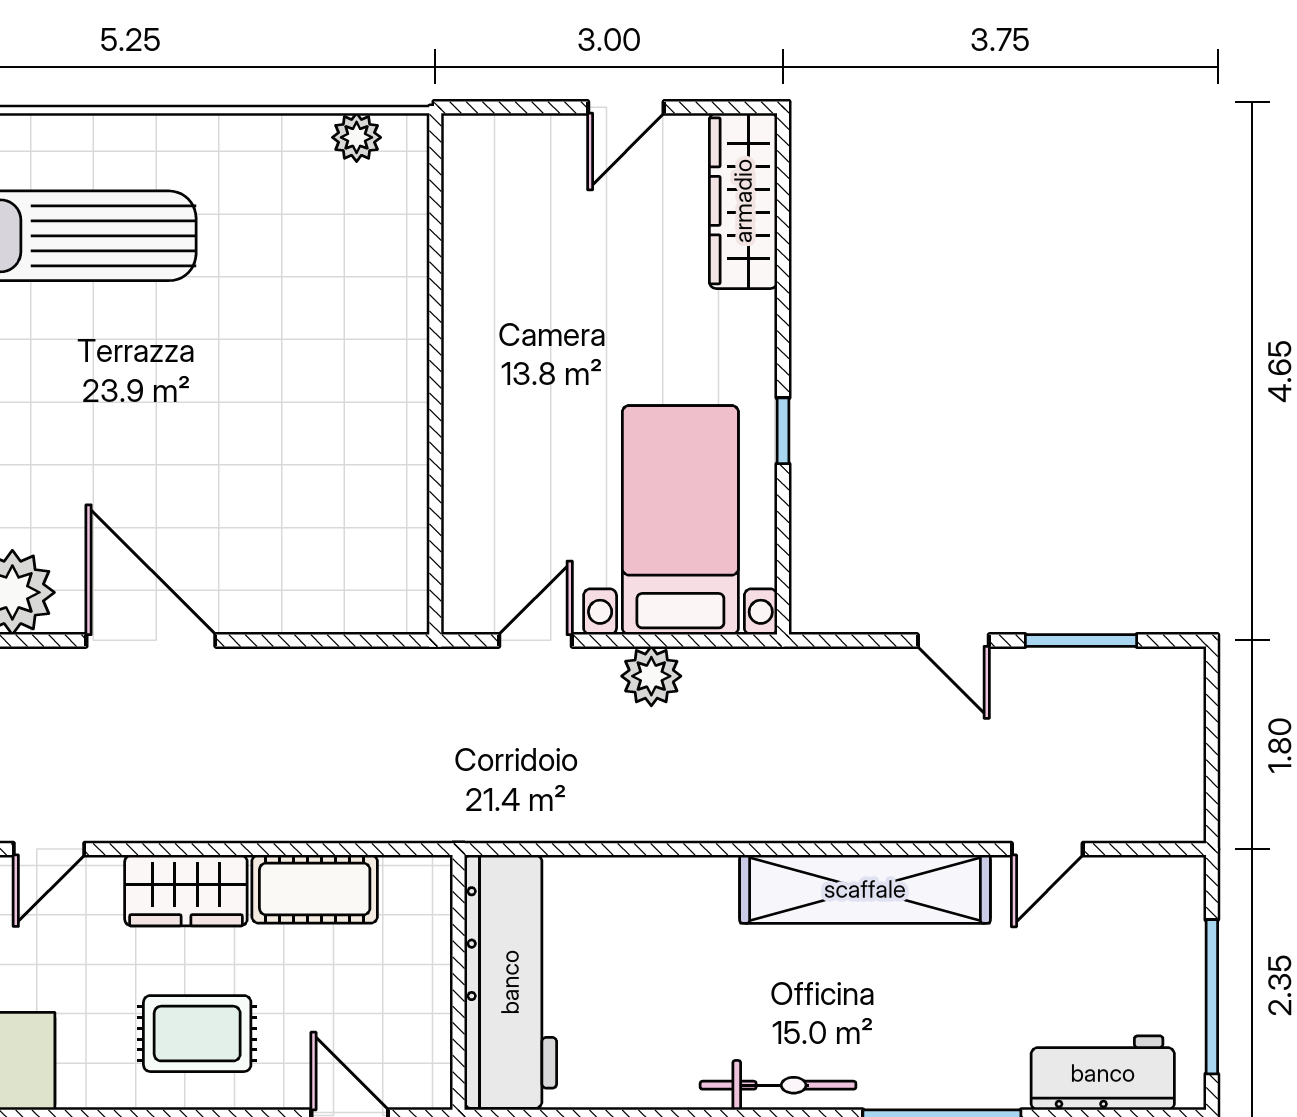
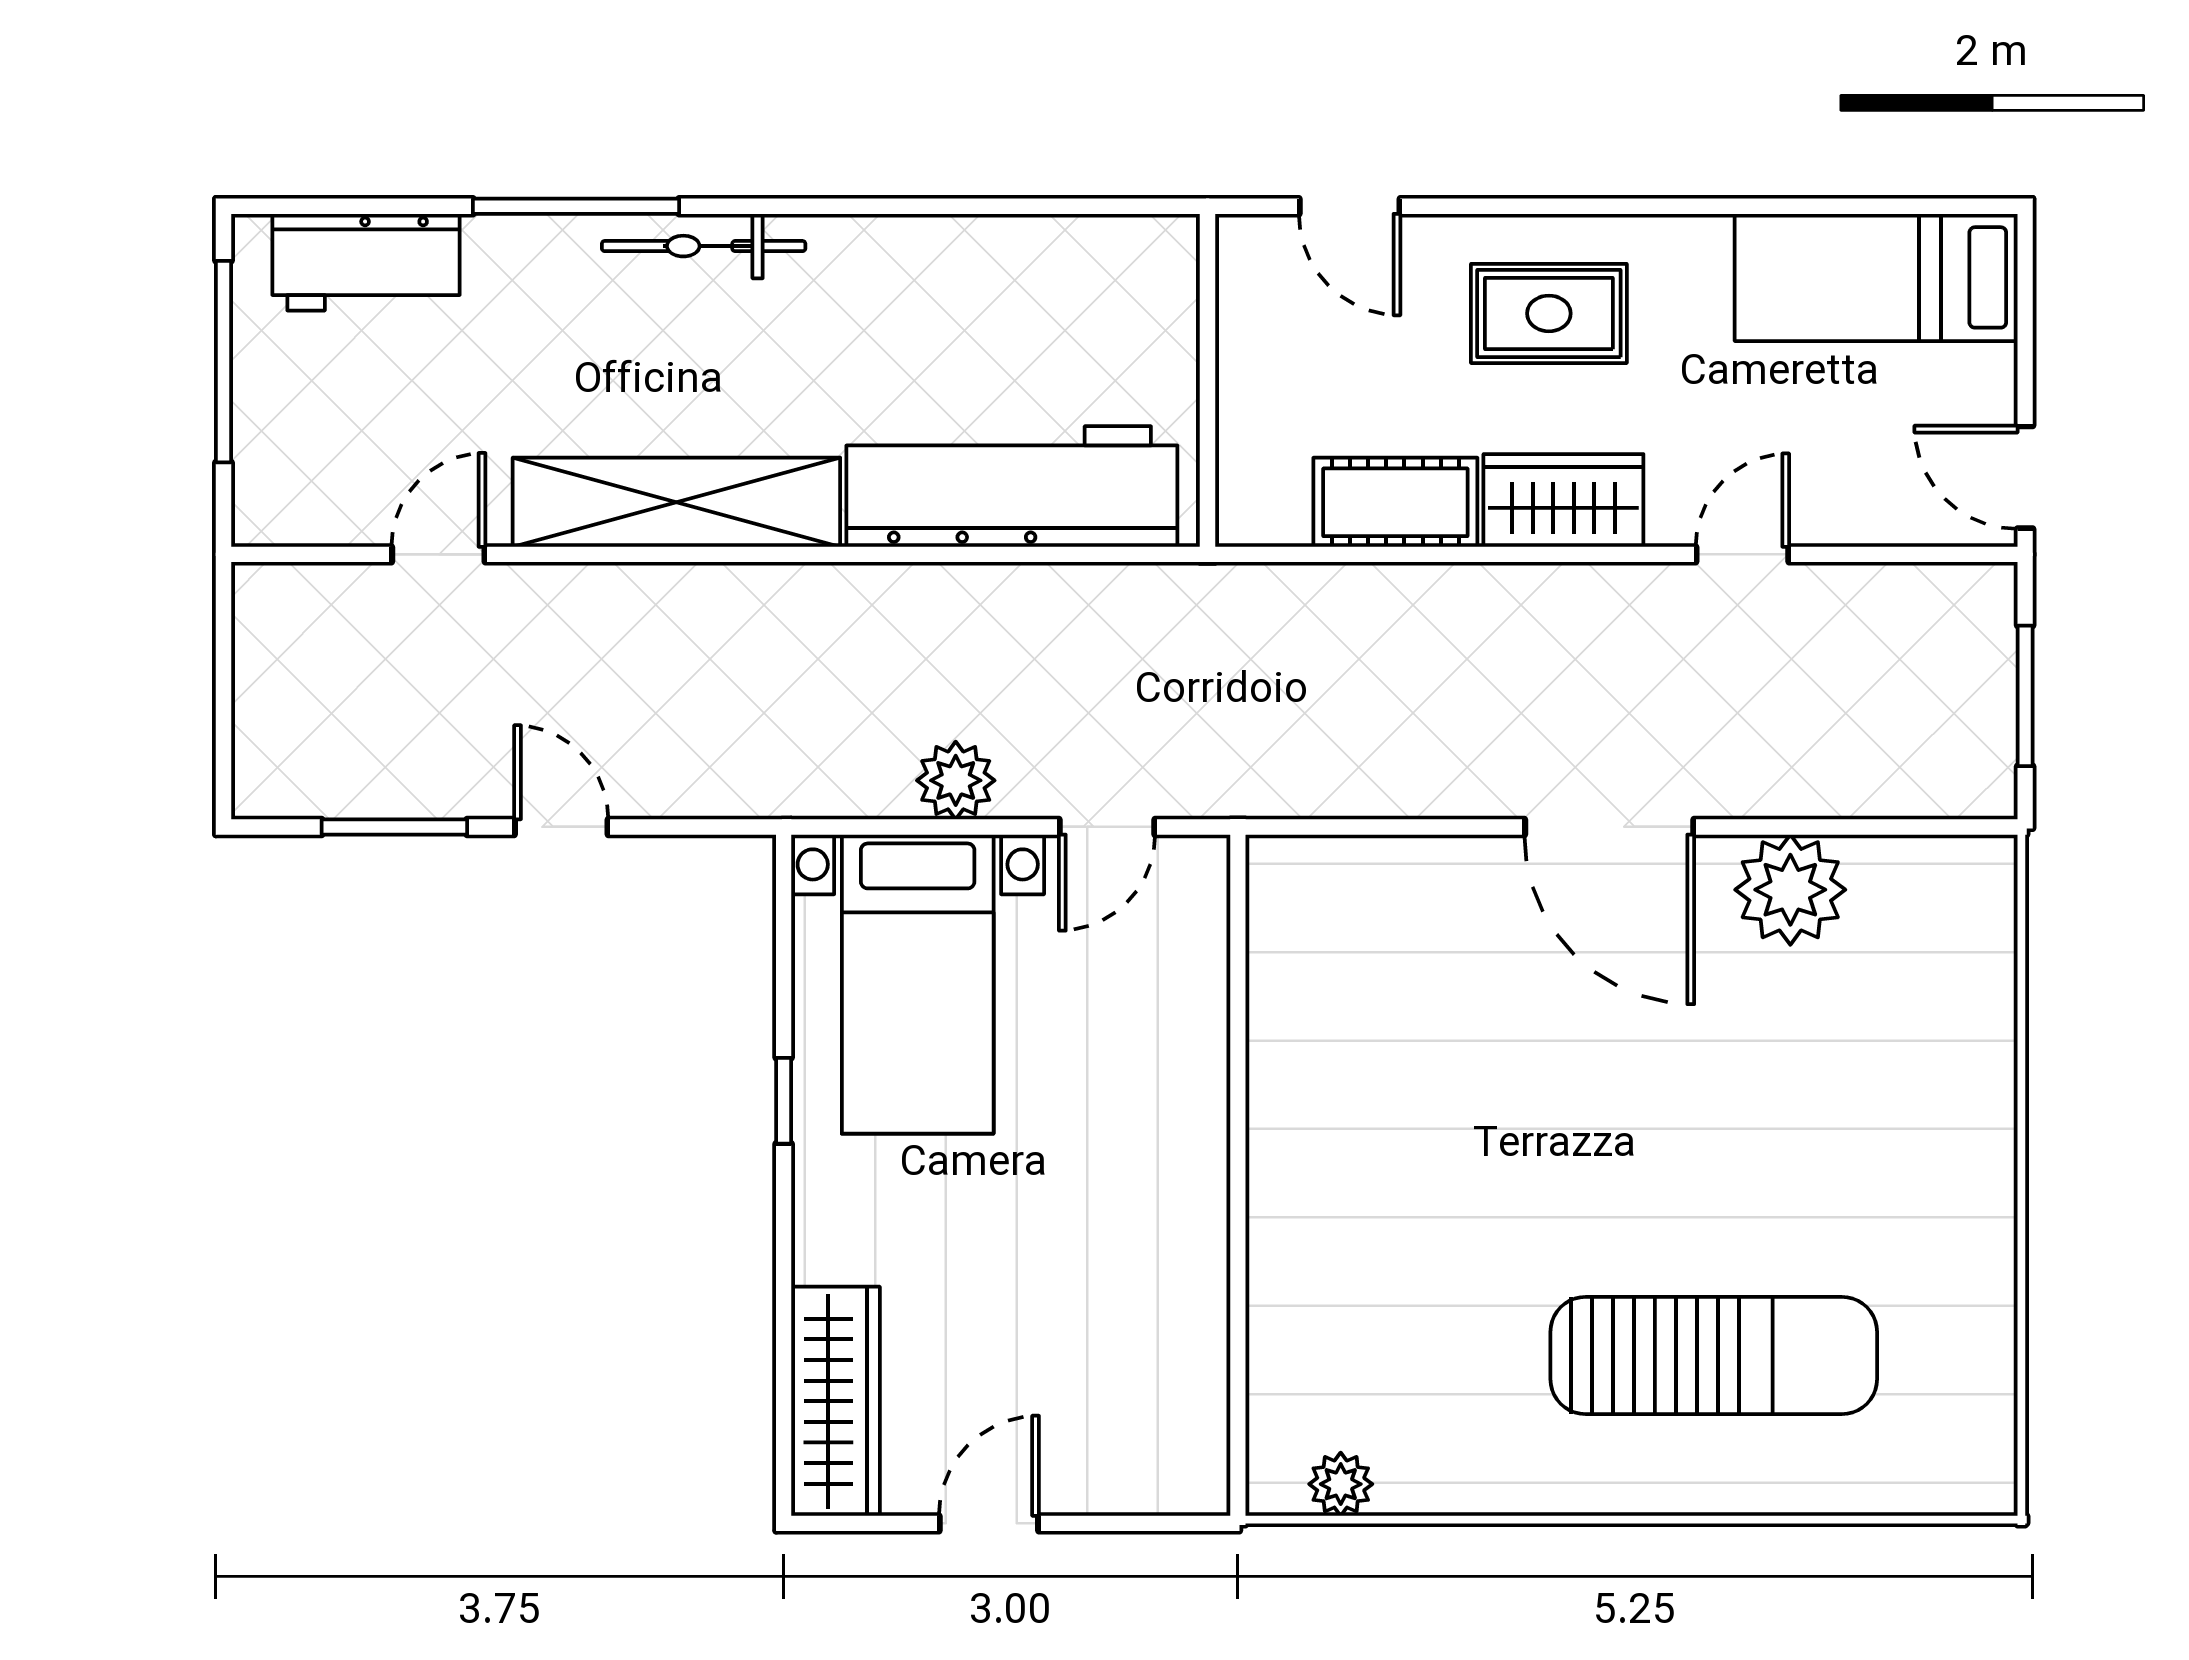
workbench: (510, 982) -> (1012, 487), moved, turned 90
bicycle: (778, 1085) -> (704, 246), moved

